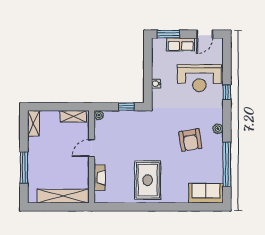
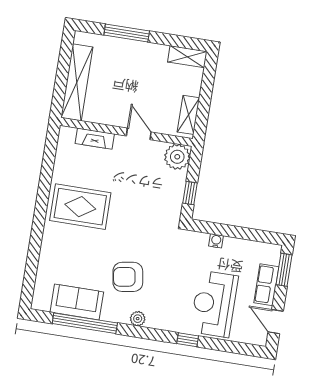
plant: (99, 115) -> (177, 157), width x1.87, depth x1.87
sofa: (206, 193) -> (77, 302), moved, turned -90

